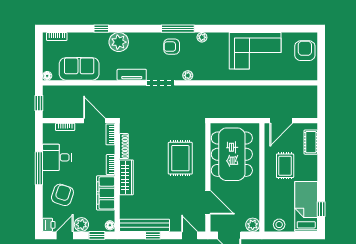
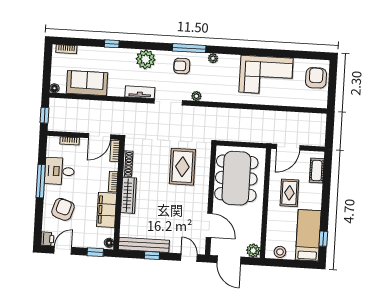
plant: (119, 42) -> (146, 59), moved
door: (94, 121) -> (99, 136), swing flipped
rug: (180, 158) -> (182, 167), moved
plant: (81, 225) -> (80, 240), removed

